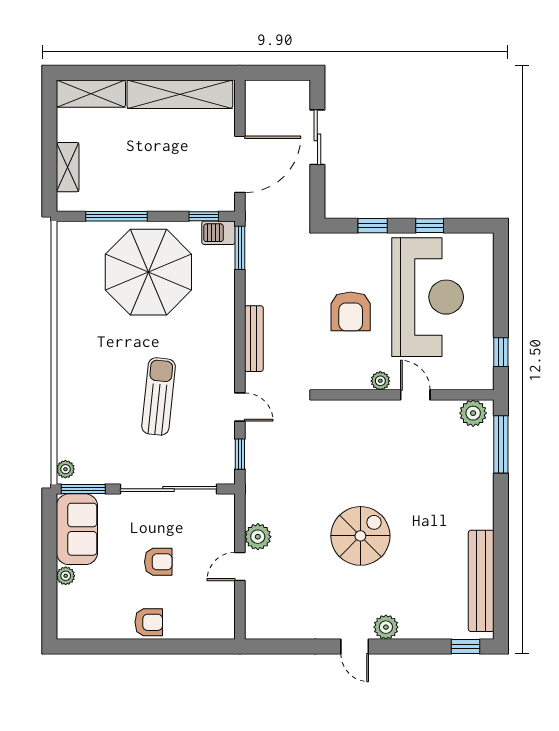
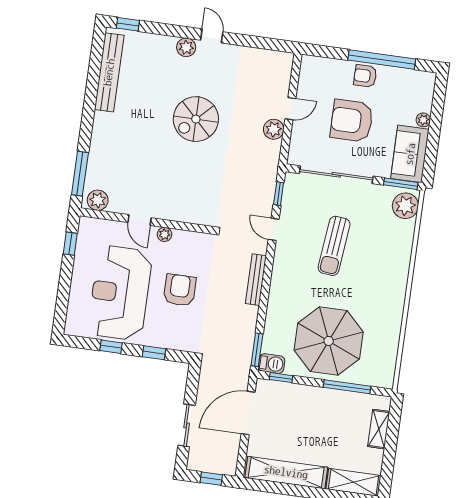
window: (276, 73) -> (211, 479), added
plant: (65, 469) -> (405, 206), width x1.88, depth x1.88
armchair: (158, 562) -> (352, 121), width x1.88, depth x1.88
window: (130, 647) -> (382, 60), added

